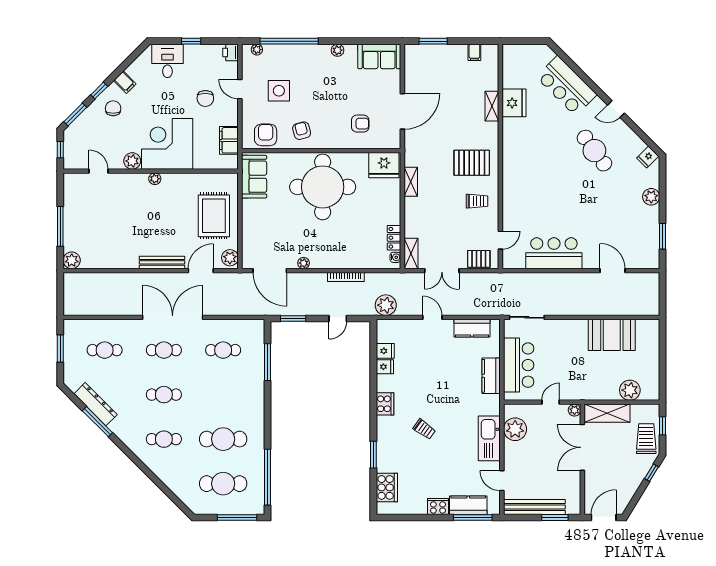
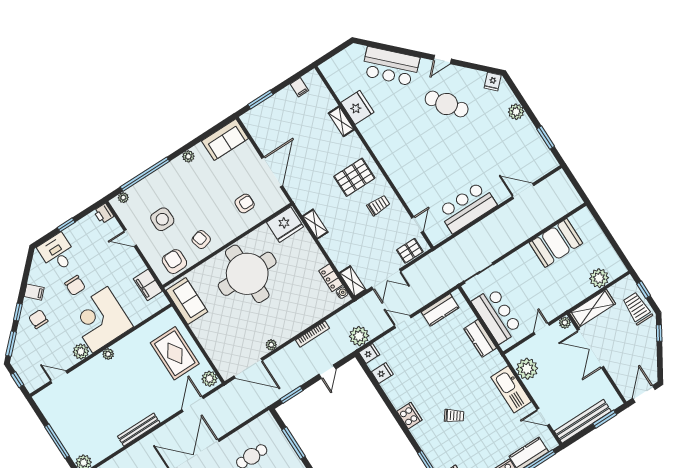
chair: (205, 98) -> (75, 285), moved
bench: (162, 262) -> (139, 430), moved
fridge: (385, 367) -> (369, 354), moved

